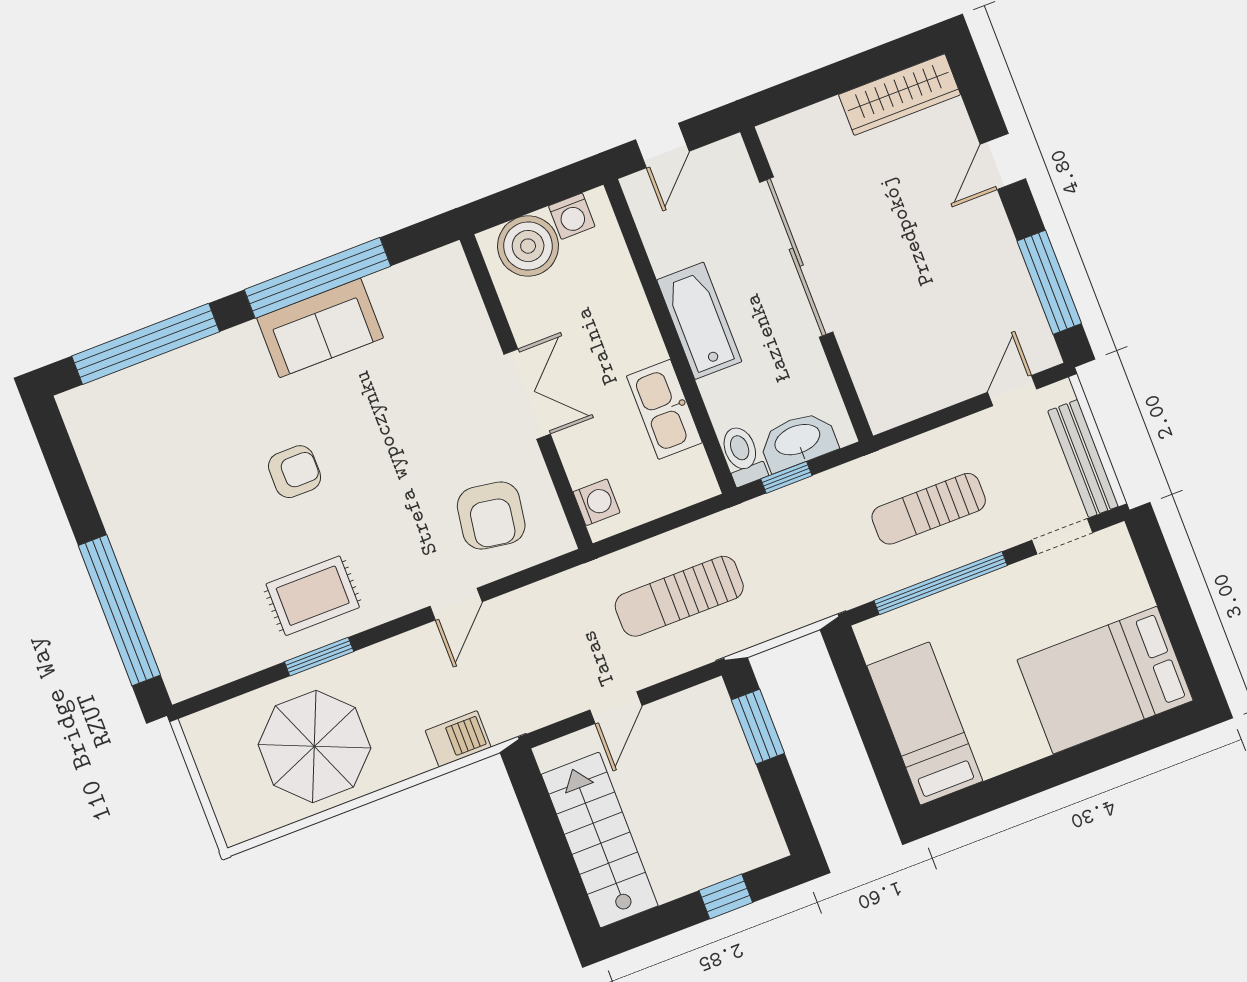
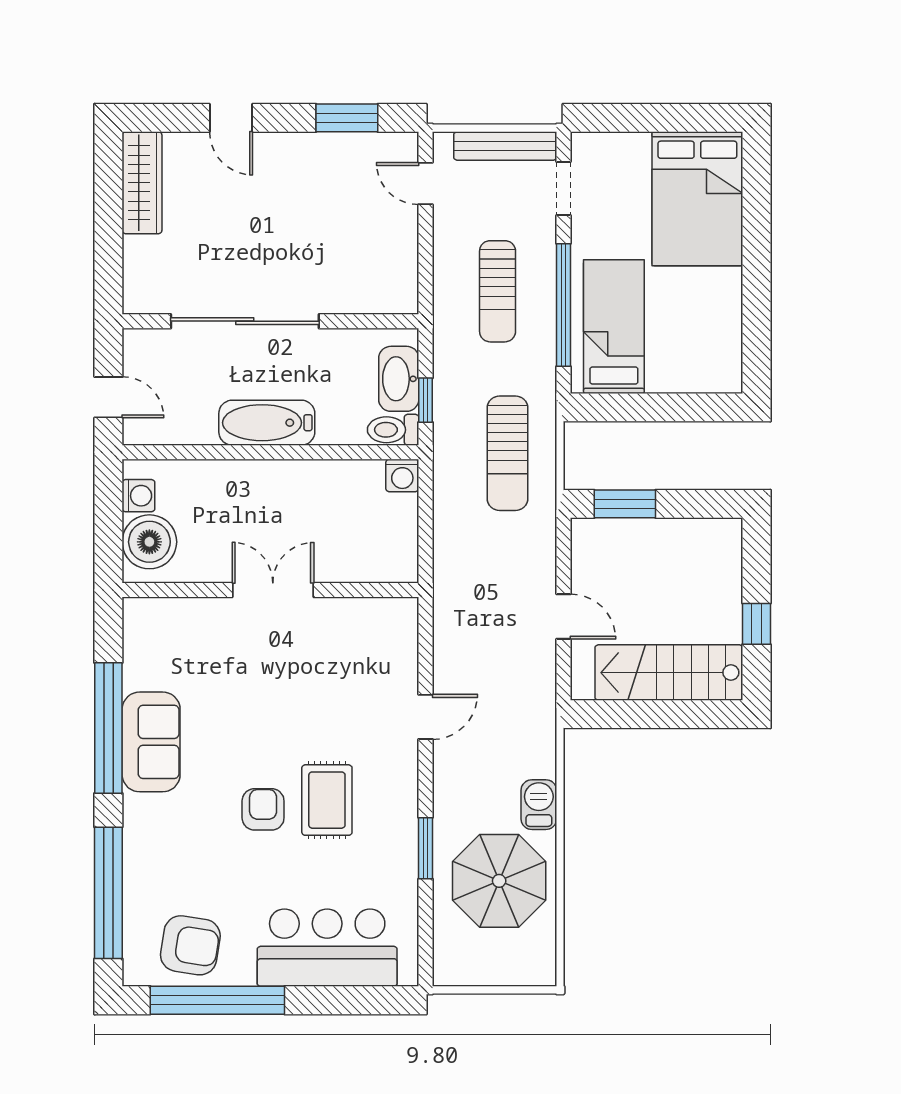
window: (1049, 282) -> (347, 118), width x0.69
kitchen sink: (664, 409) -> (330, 480), removed
washing machine: (597, 502) -> (402, 475), moved, turned 180
armchair: (491, 516) -> (190, 945), moved
bar counter: (176, 594) -> (327, 948), added
rug: (313, 596) -> (327, 800), moved
sun lounger: (679, 596) -> (507, 453), moved
door: (456, 604) -> (426, 717), hinge flipped
window: (119, 610) -> (217, 1000), moved
bed: (925, 723) -> (614, 327), moved, turned 90
barbecue: (458, 739) -> (539, 805), moved
window: (726, 896) -> (757, 624), moved

